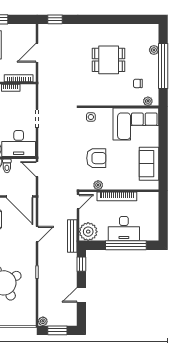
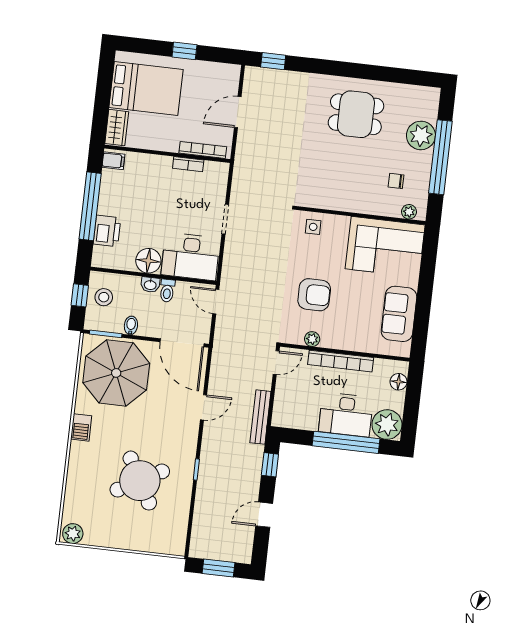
plant: (154, 50) -> (421, 135), width x1.87, depth x1.87
dining table: (109, 60) -> (356, 114), moved
floor lamp: (153, 205) -> (398, 382), added
plant: (88, 232) -> (387, 425), moved
plant: (43, 321) -> (196, 550), removed

